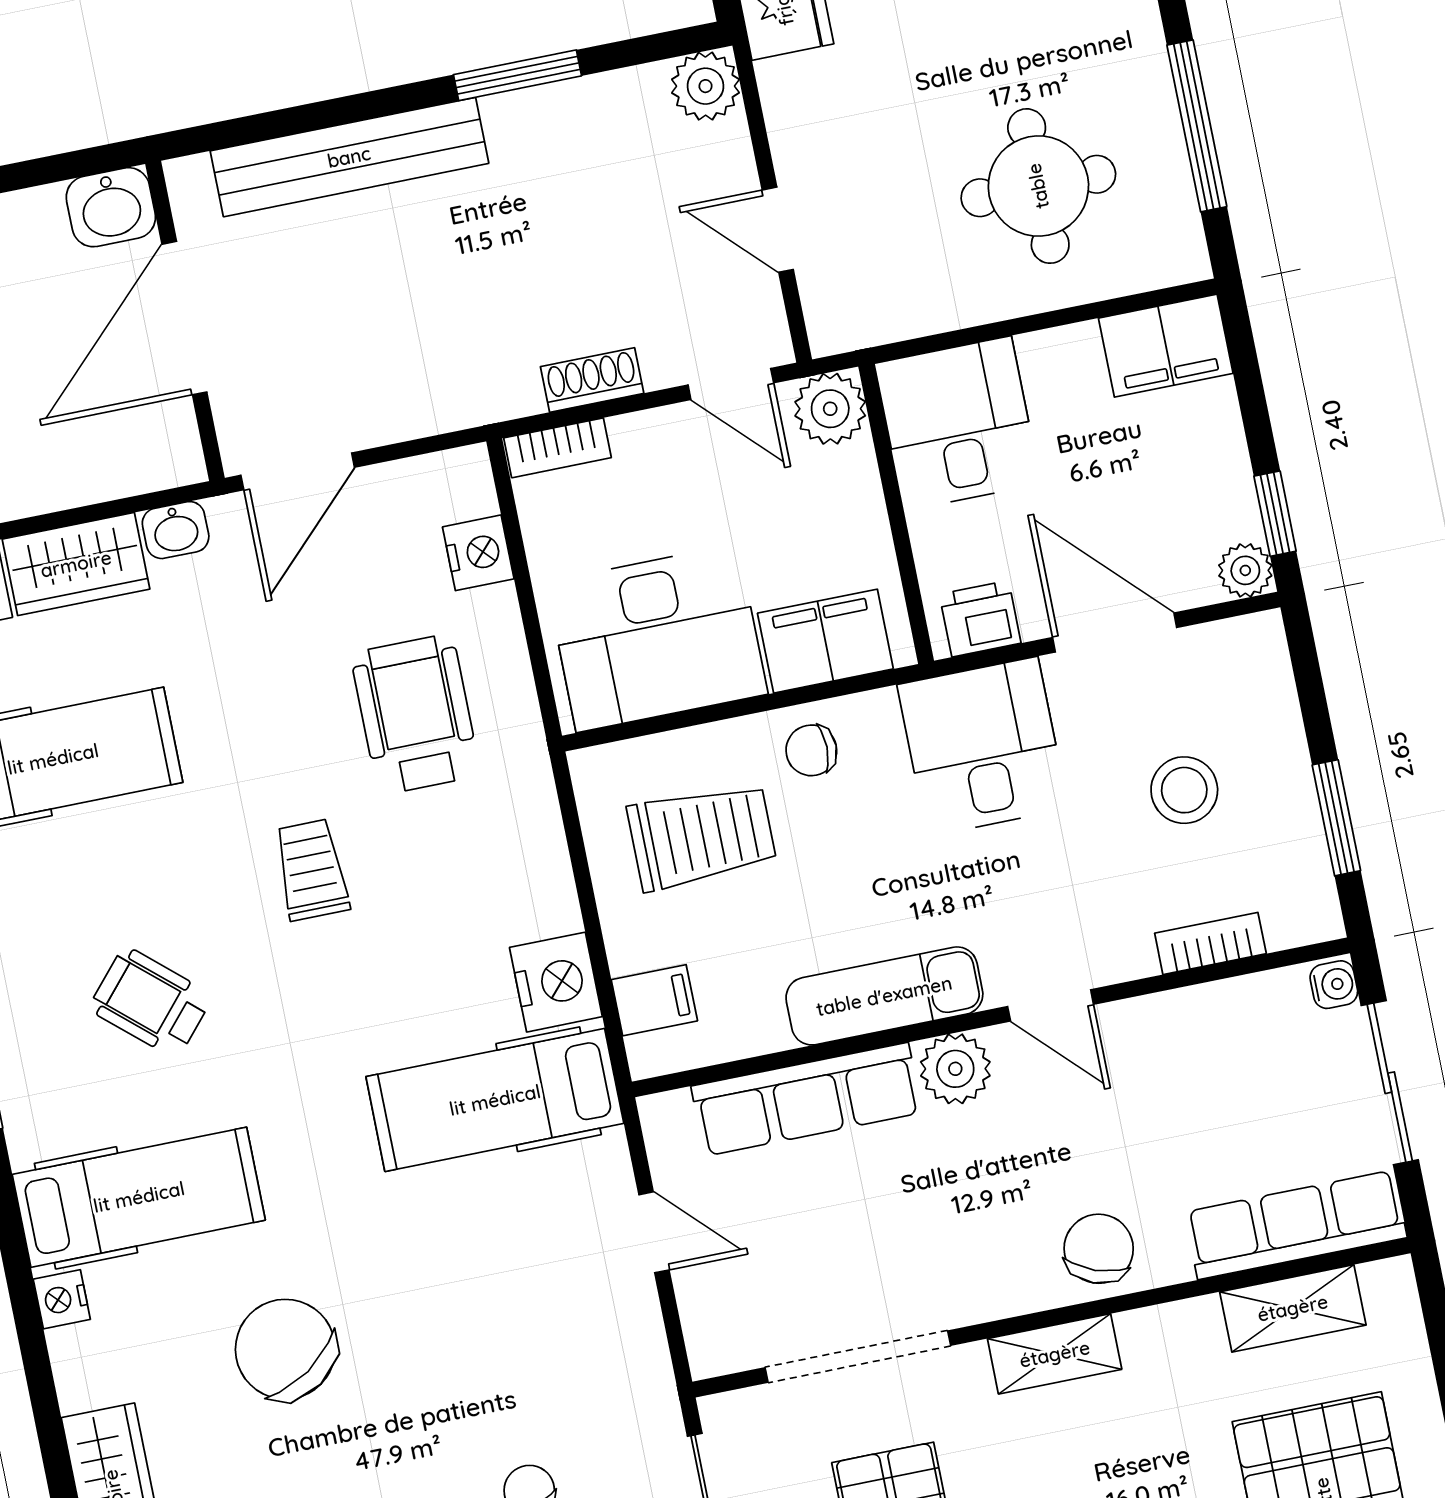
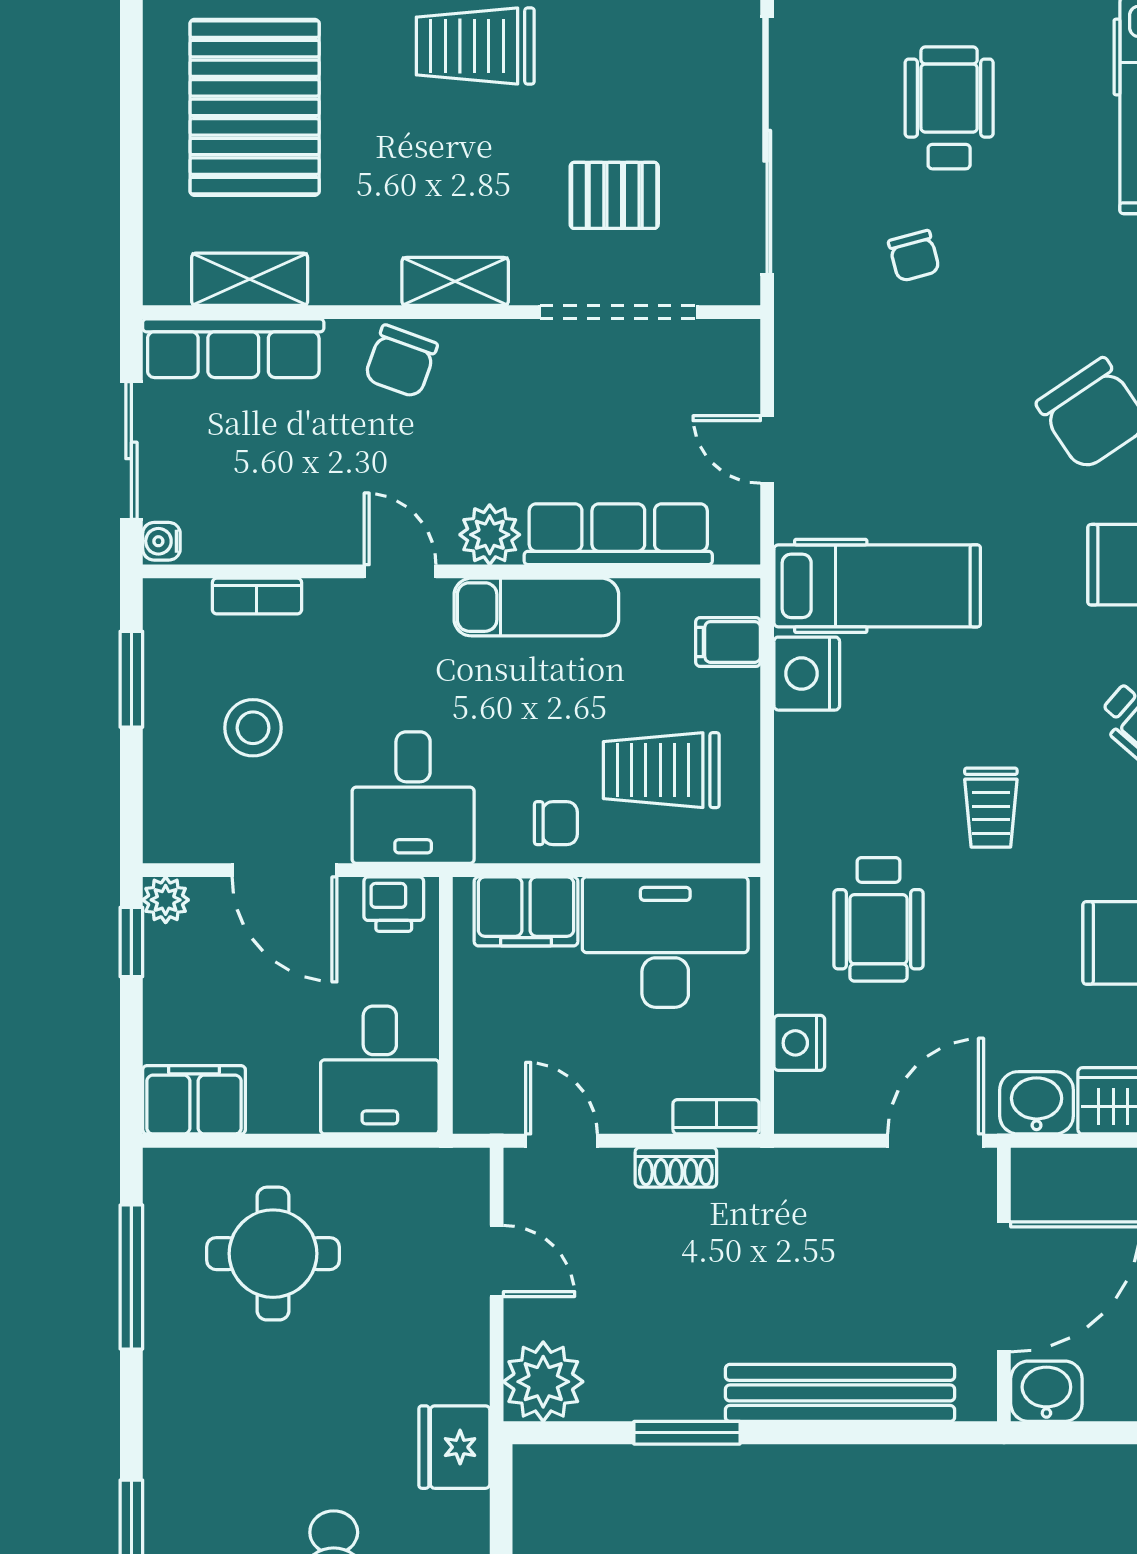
plant: (705, 86) -> (543, 1382), width x1.36, depth x1.36
plant: (830, 409) -> (483, 1104), removed
washbasin: (176, 530) -> (1037, 1103), width x1.38, depth x1.45

